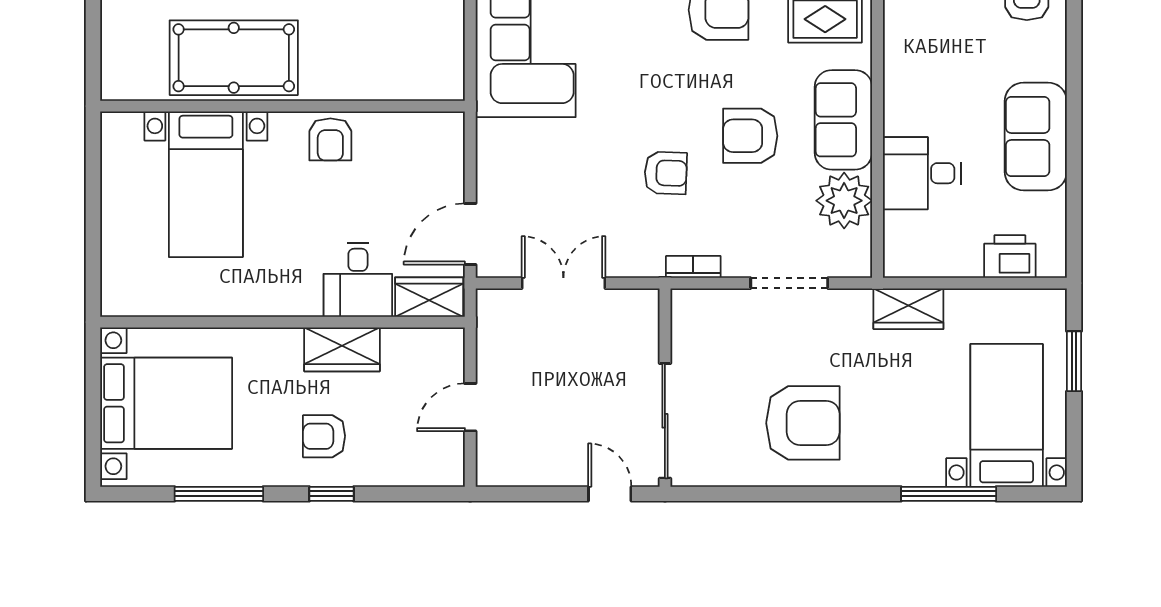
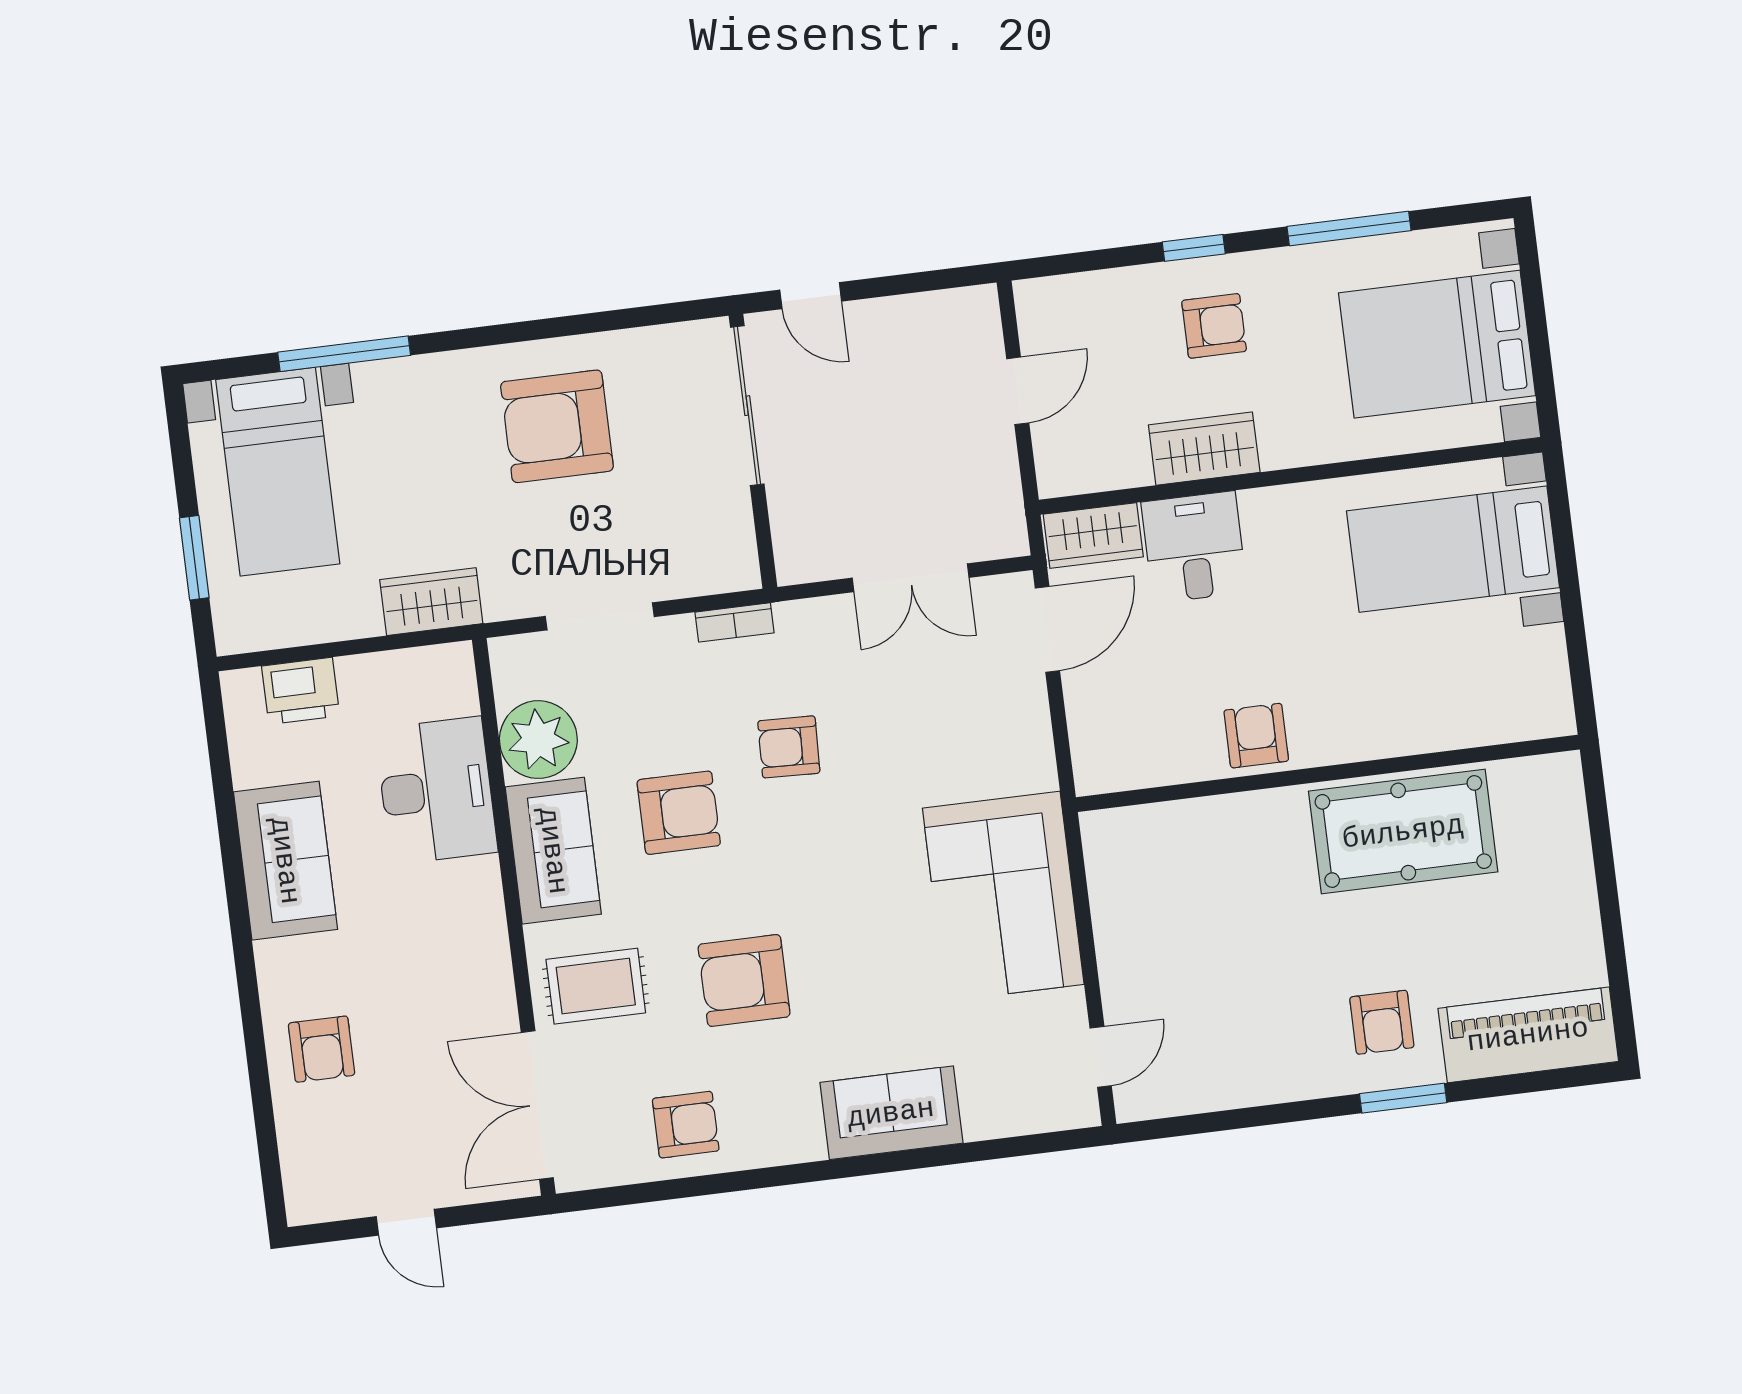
desk: (922, 173) -> (436, 791), width x1.37
bed with nightstands: (206, 184) -> (1453, 549), moved, turned -90

